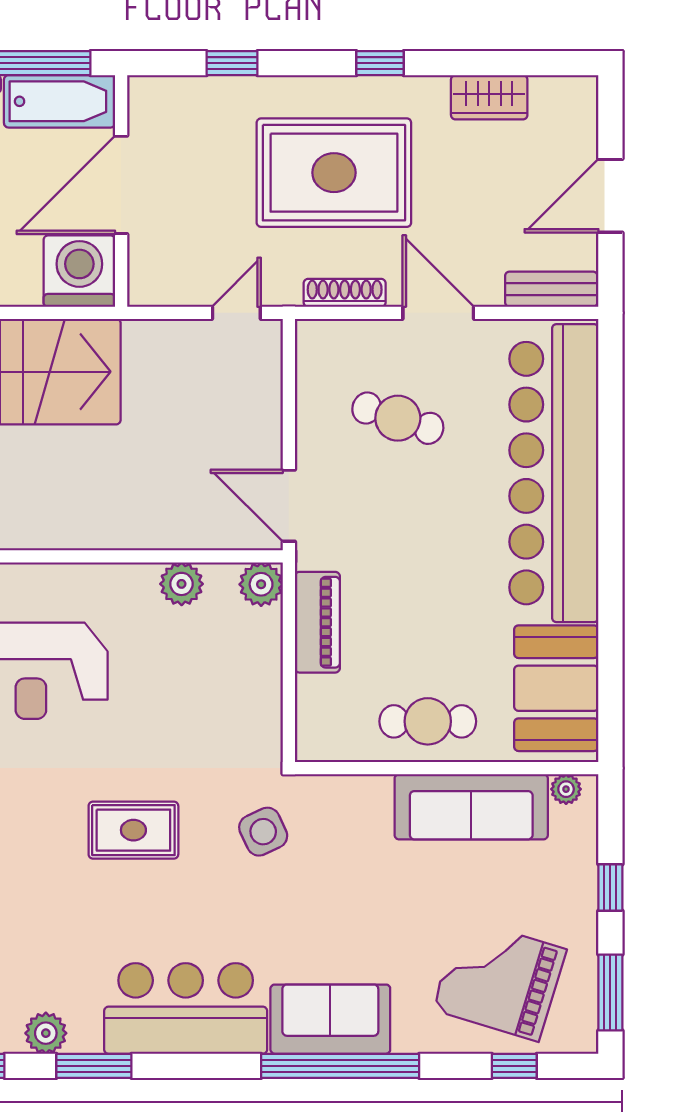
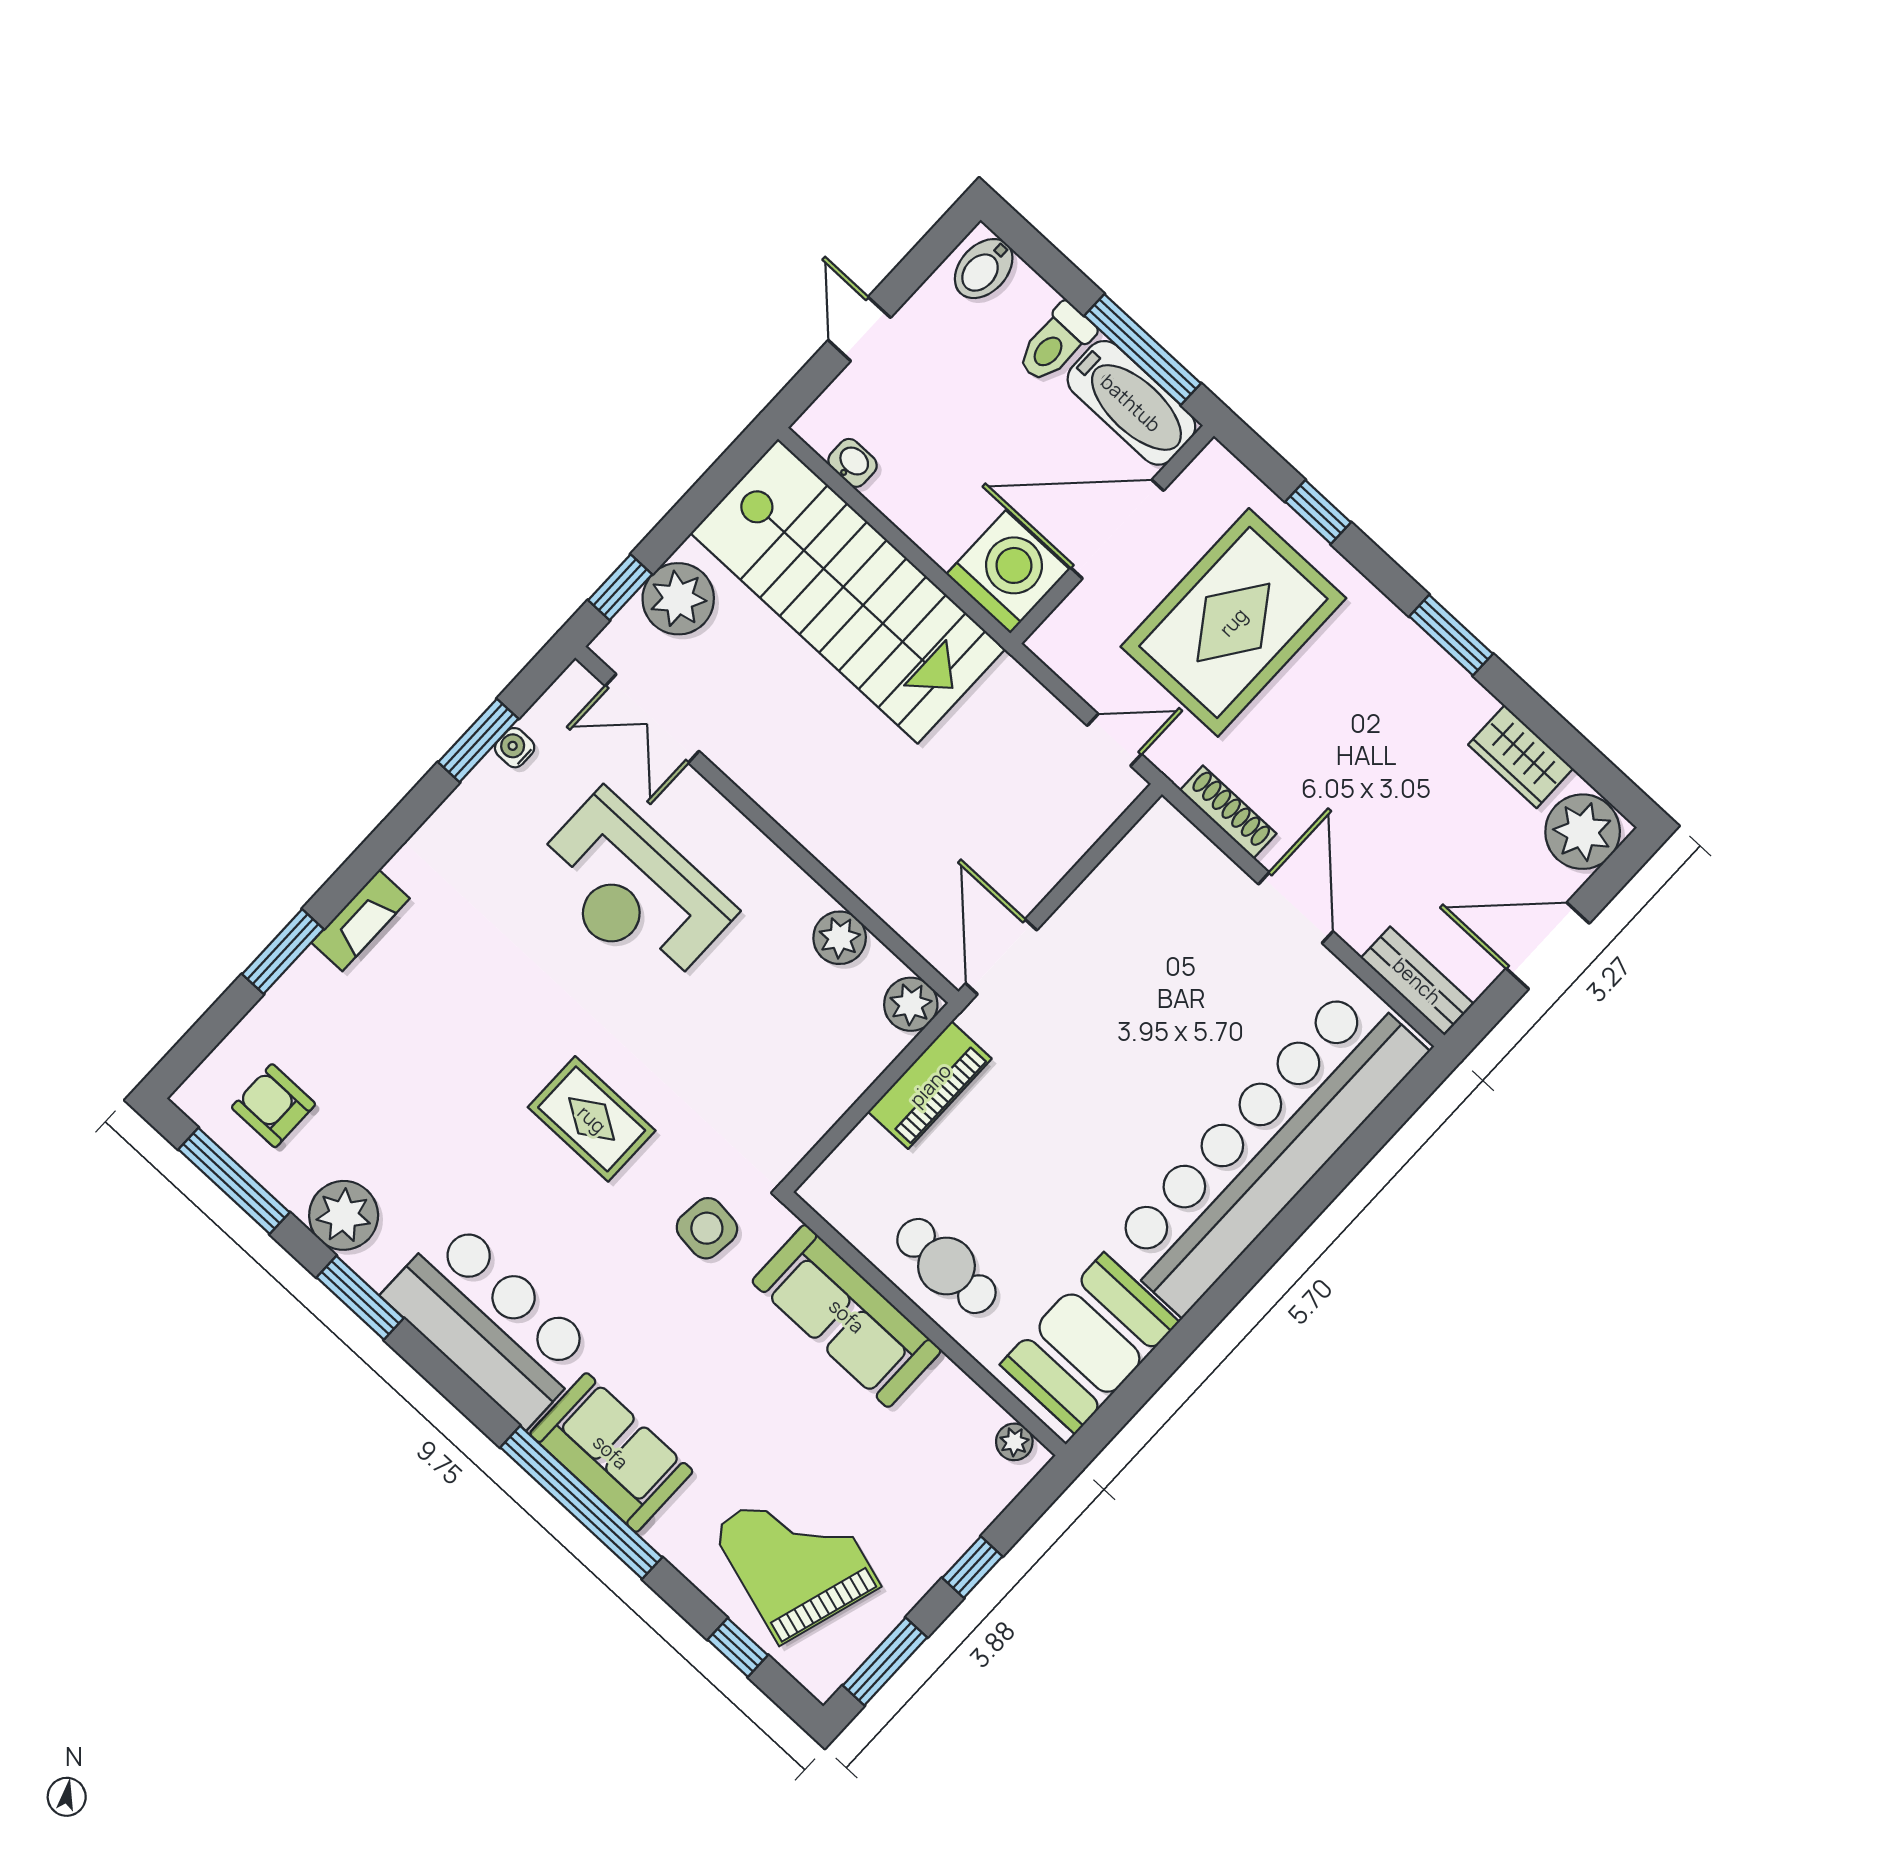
window: (380, 63) -> (1451, 635), width x1.50
plant: (568, 108) -> (1583, 832), added
rug: (334, 173) -> (1233, 622), moved, turned 90
cafe table: (398, 418) -> (1172, 969), removed
sofa: (471, 807) -> (847, 1316), moved
side table: (263, 832) -> (707, 1228), turned 31
plant: (46, 1033) -> (344, 1215), width x1.36, depth x1.36

